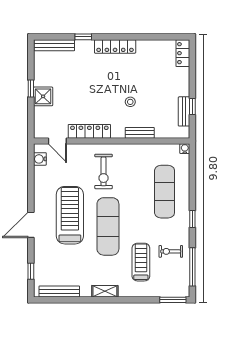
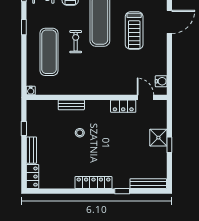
bench: (184, 111) -> (31, 150), moved
locker: (89, 131) -> (123, 106), width x0.66
exercise bike: (104, 171) -> (76, 42), moved, width x0.73, depth x0.72
treadmill: (70, 215) -> (134, 31), width x0.73, depth x0.73

